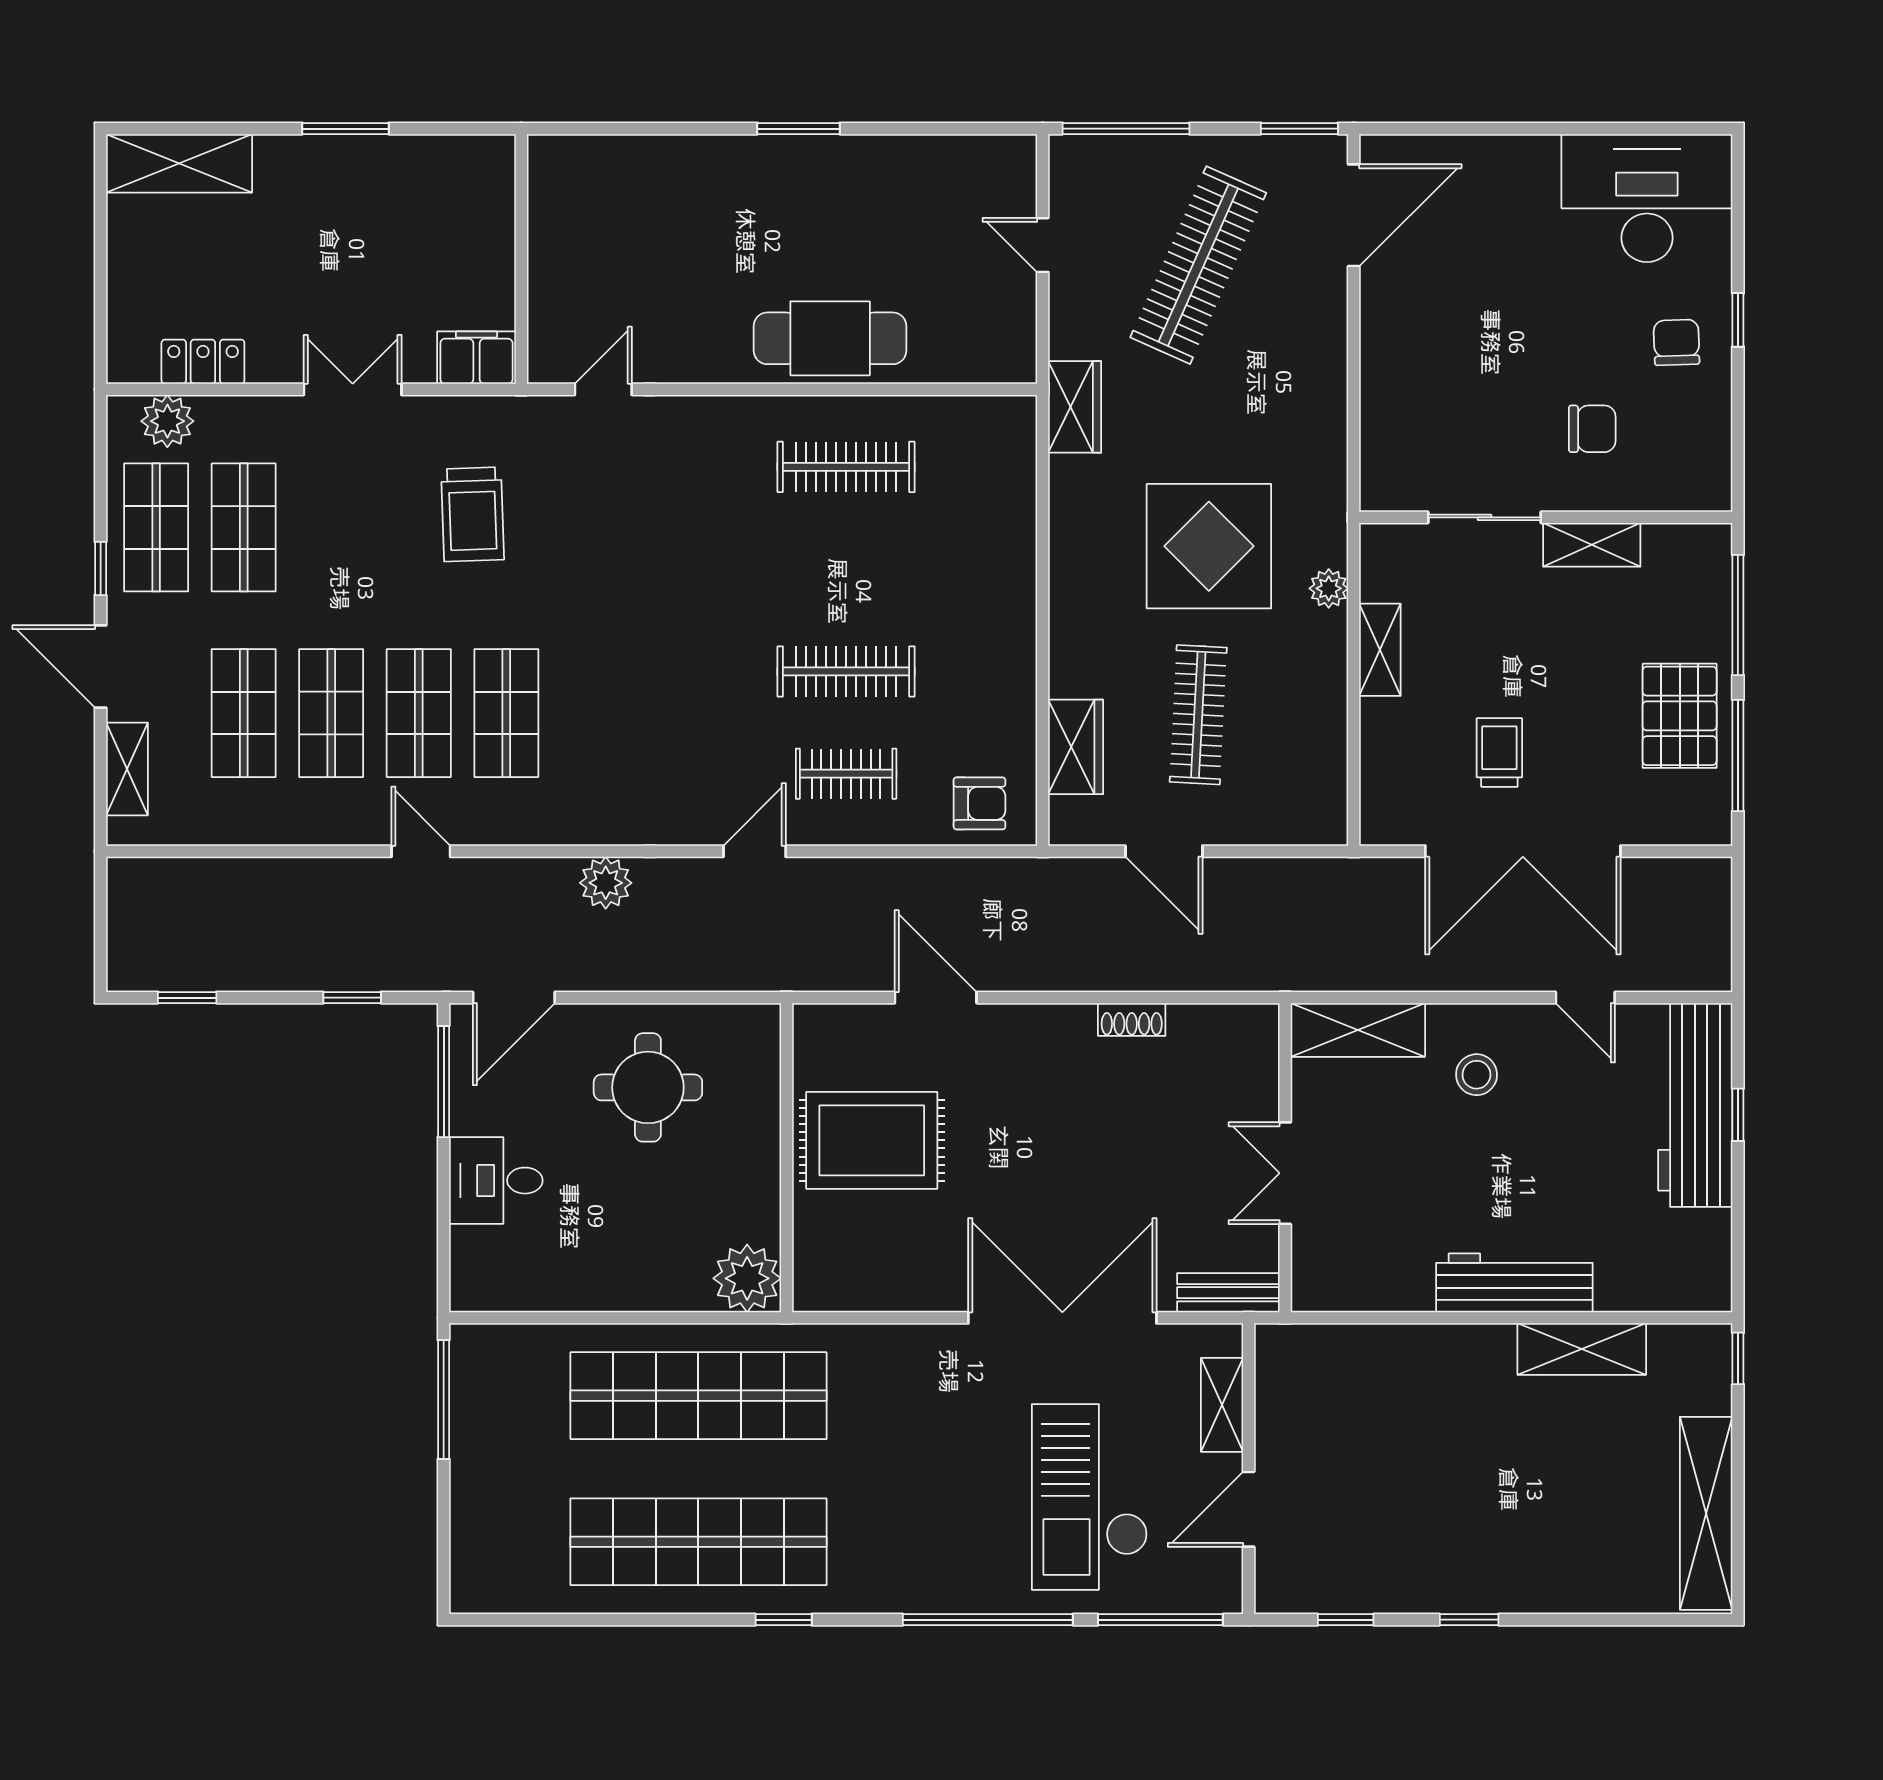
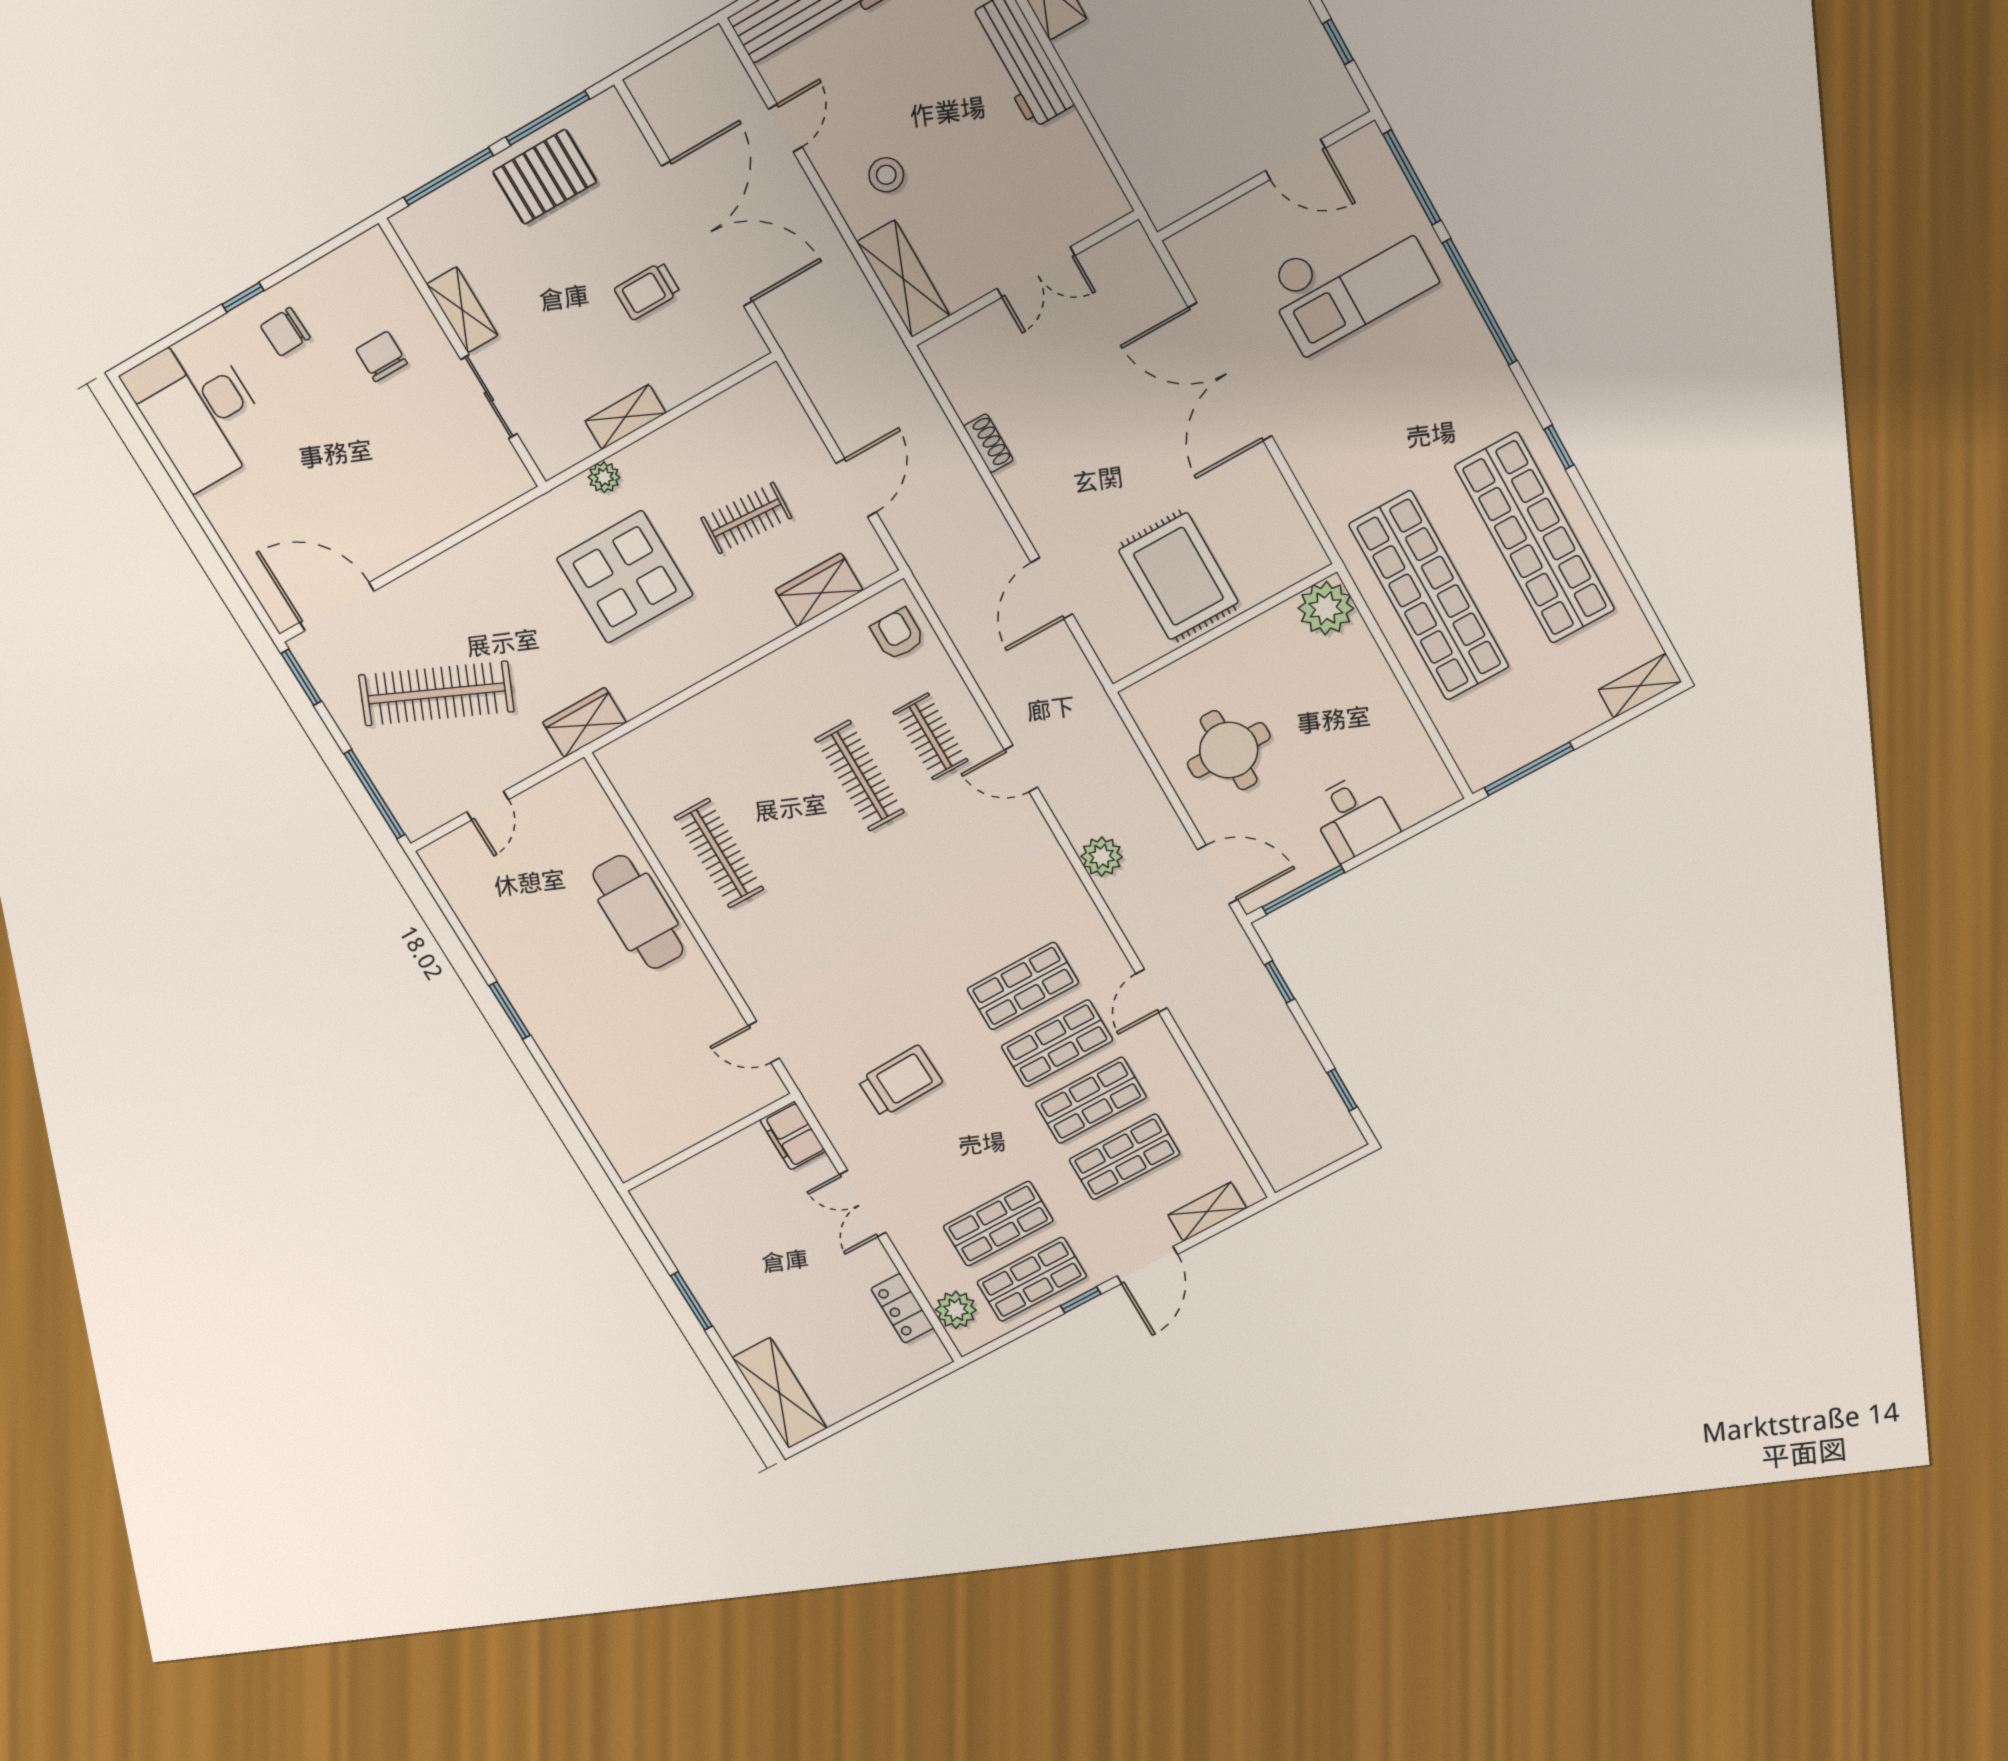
clothes rail: (1198, 715) -> (746, 518), width x0.73
bench: (1228, 1293) -> (1145, 264), removed
shelving: (1222, 1405) -> (1640, 686), moved

